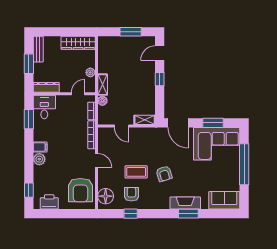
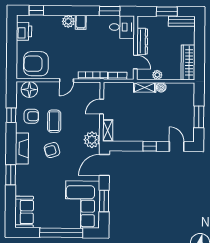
dresser: (46, 87) -> (142, 41), moved
boiler: (102, 101) -> (161, 87), moved
plant: (154, 135) -> (92, 140), added
fireplace: (185, 203) -> (22, 148), moved

